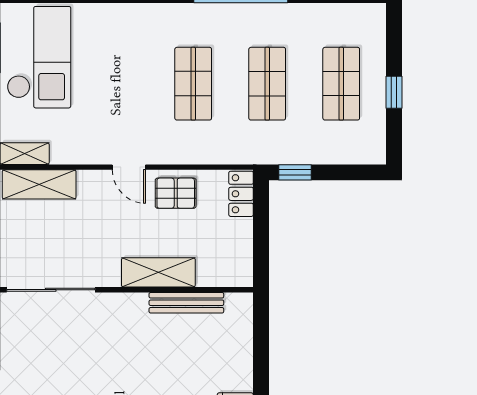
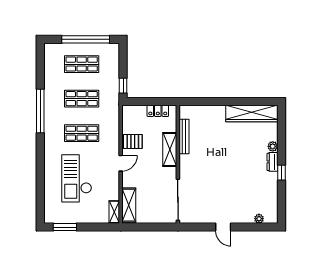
checkout: (39, 57) -> (77, 178), moved, turned -90
window: (394, 92) -> (86, 39), width x3.17
pallet: (176, 193) -> (133, 141), turned 90
locker: (241, 194) -> (158, 111), moved

